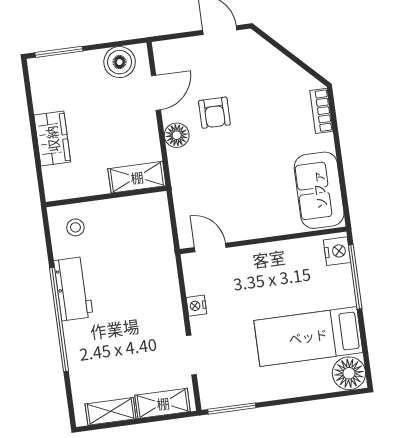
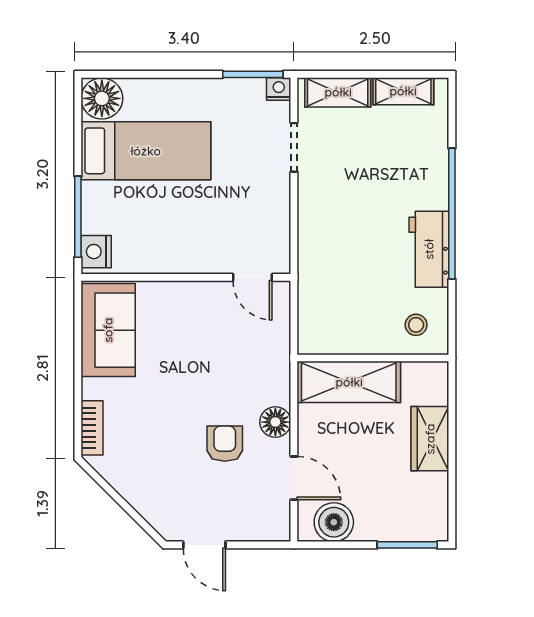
door: (156, 93) -> (294, 478), swing flipped
shelving: (137, 177) -> (349, 382), width x1.50, depth x1.33
nightstand: (196, 306) -> (279, 89), moved, turned -90

